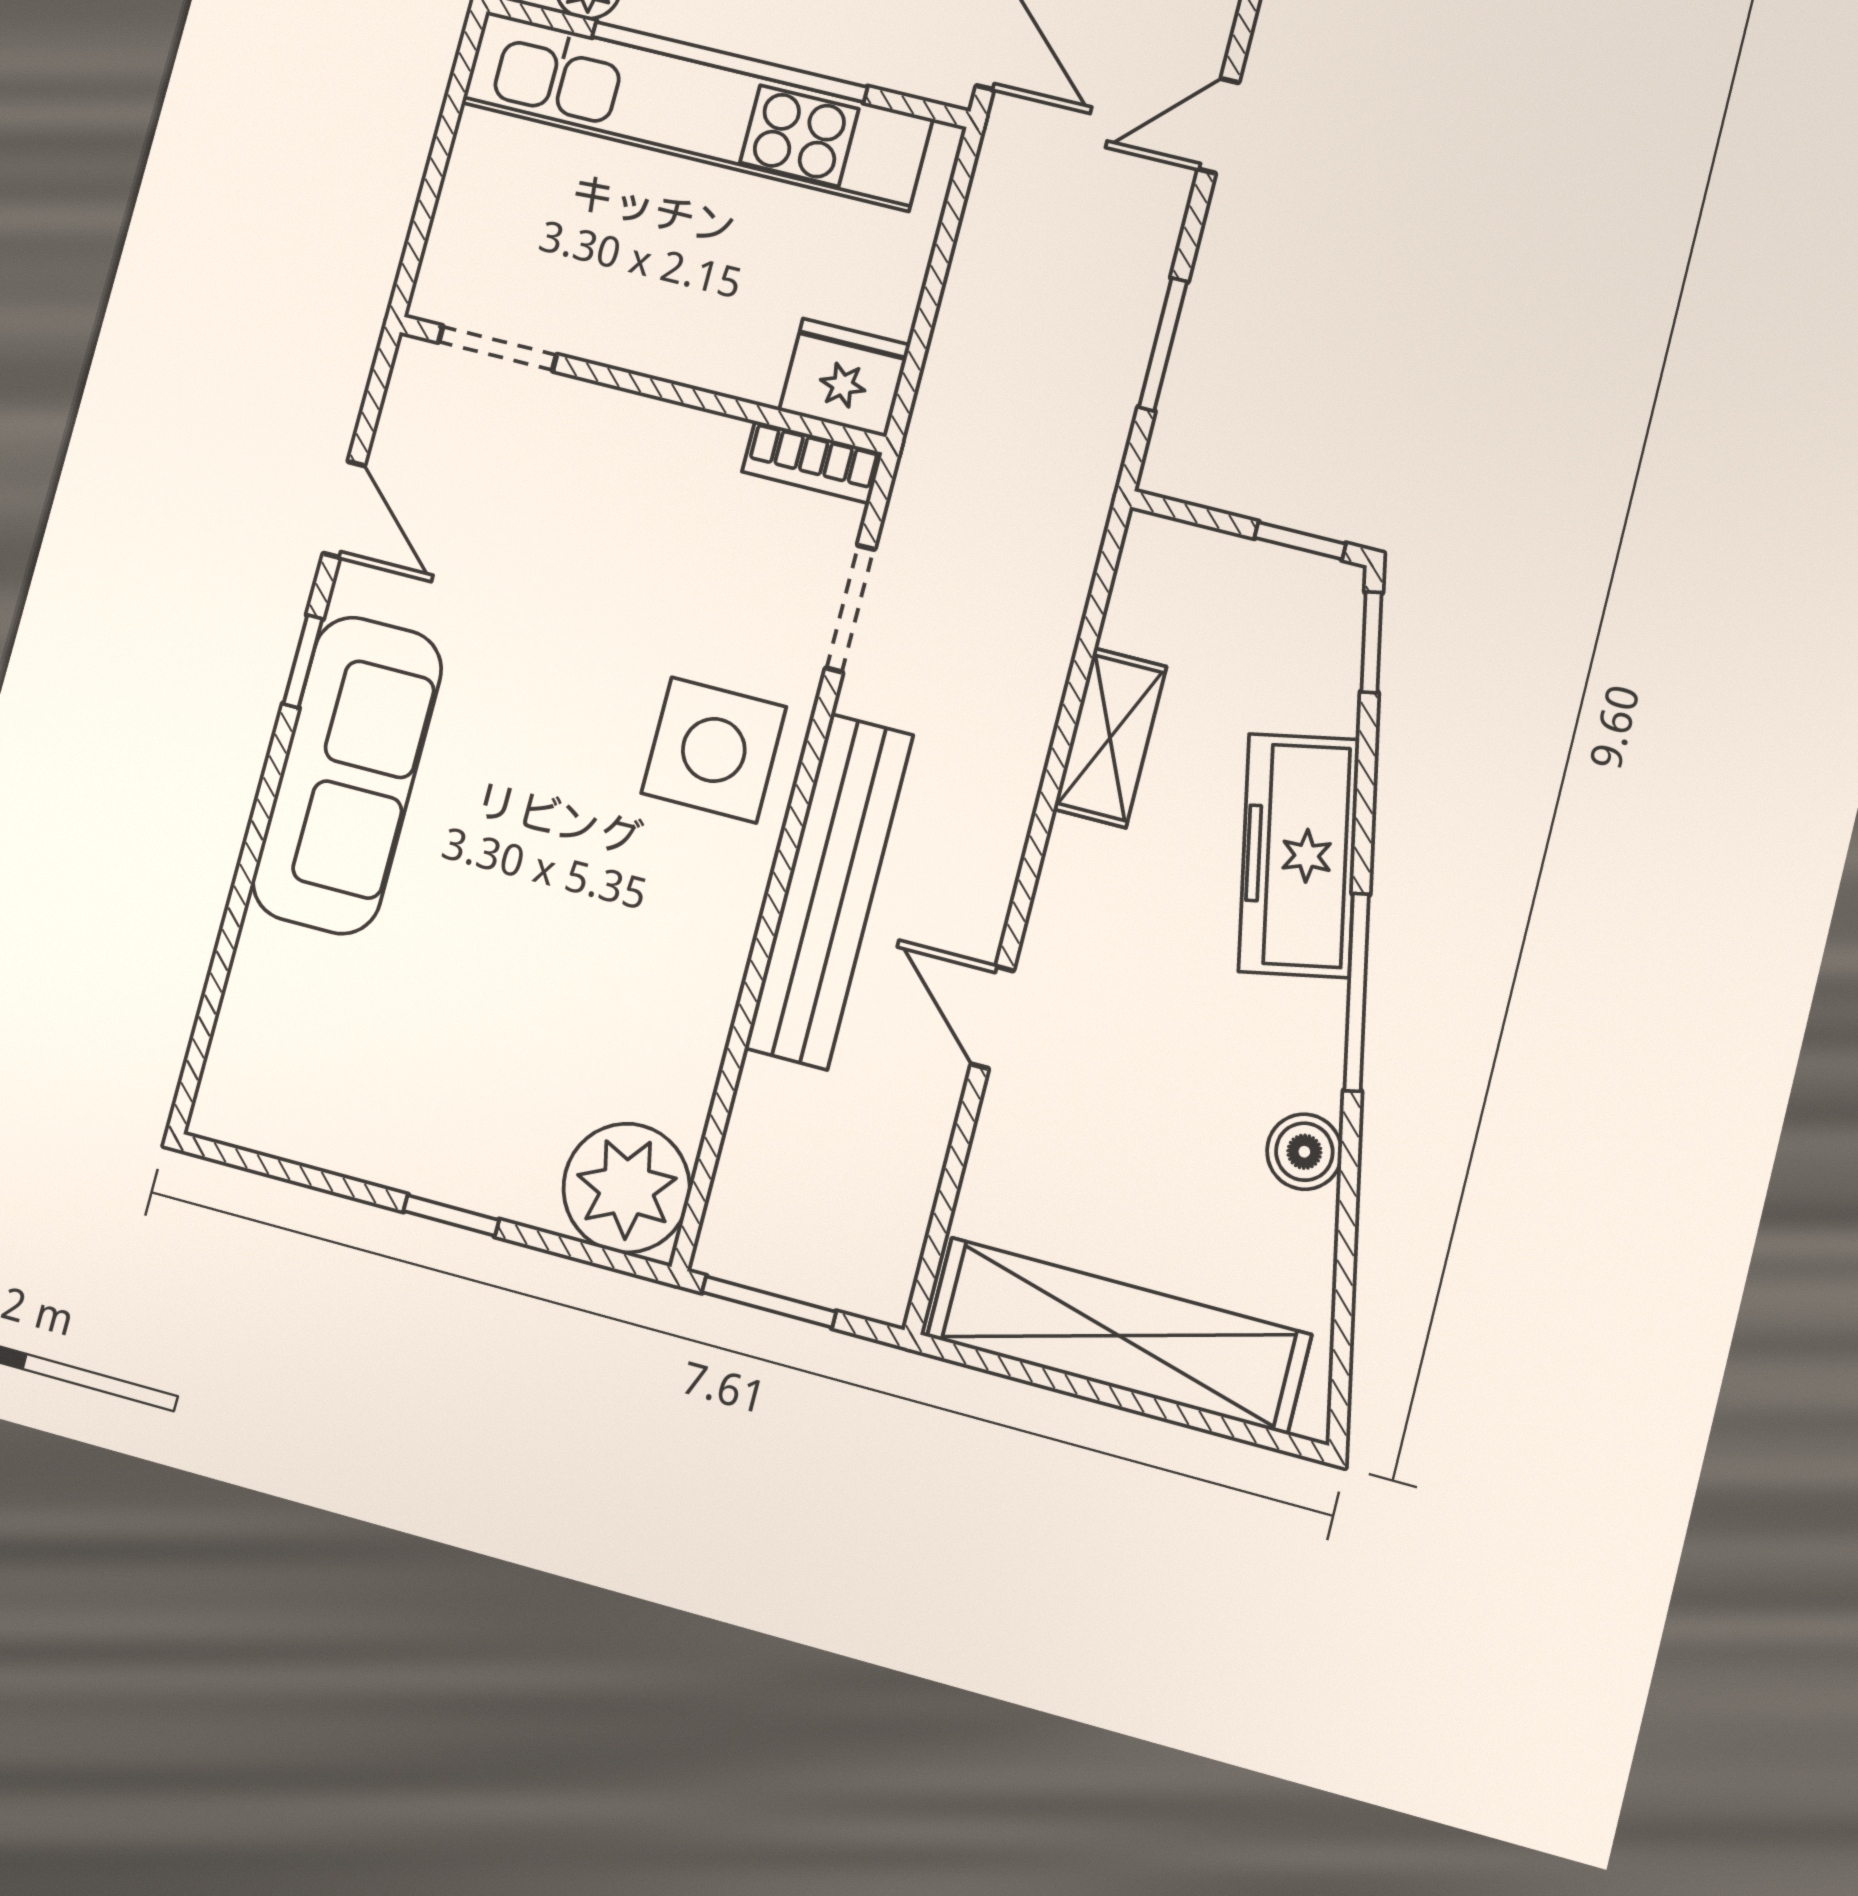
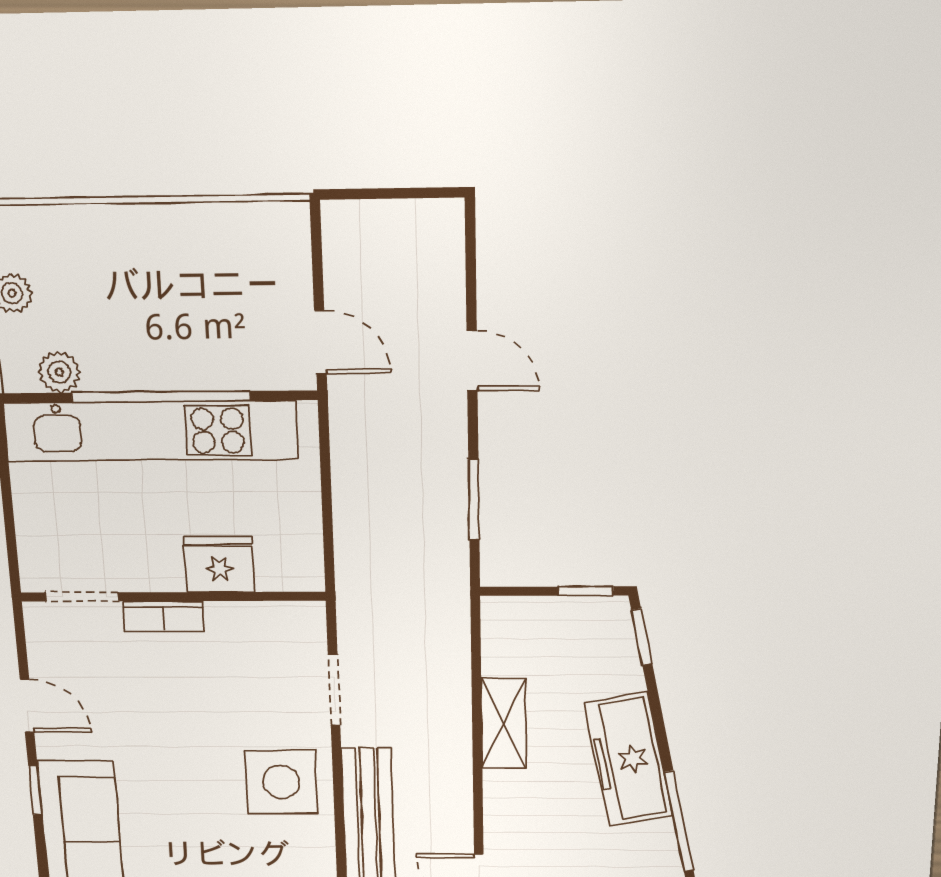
door: (1218, 126) -> (472, 361), swing flipped
fridge: (845, 378) -> (219, 565), moved
bookcase: (812, 462) -> (163, 616), moved

